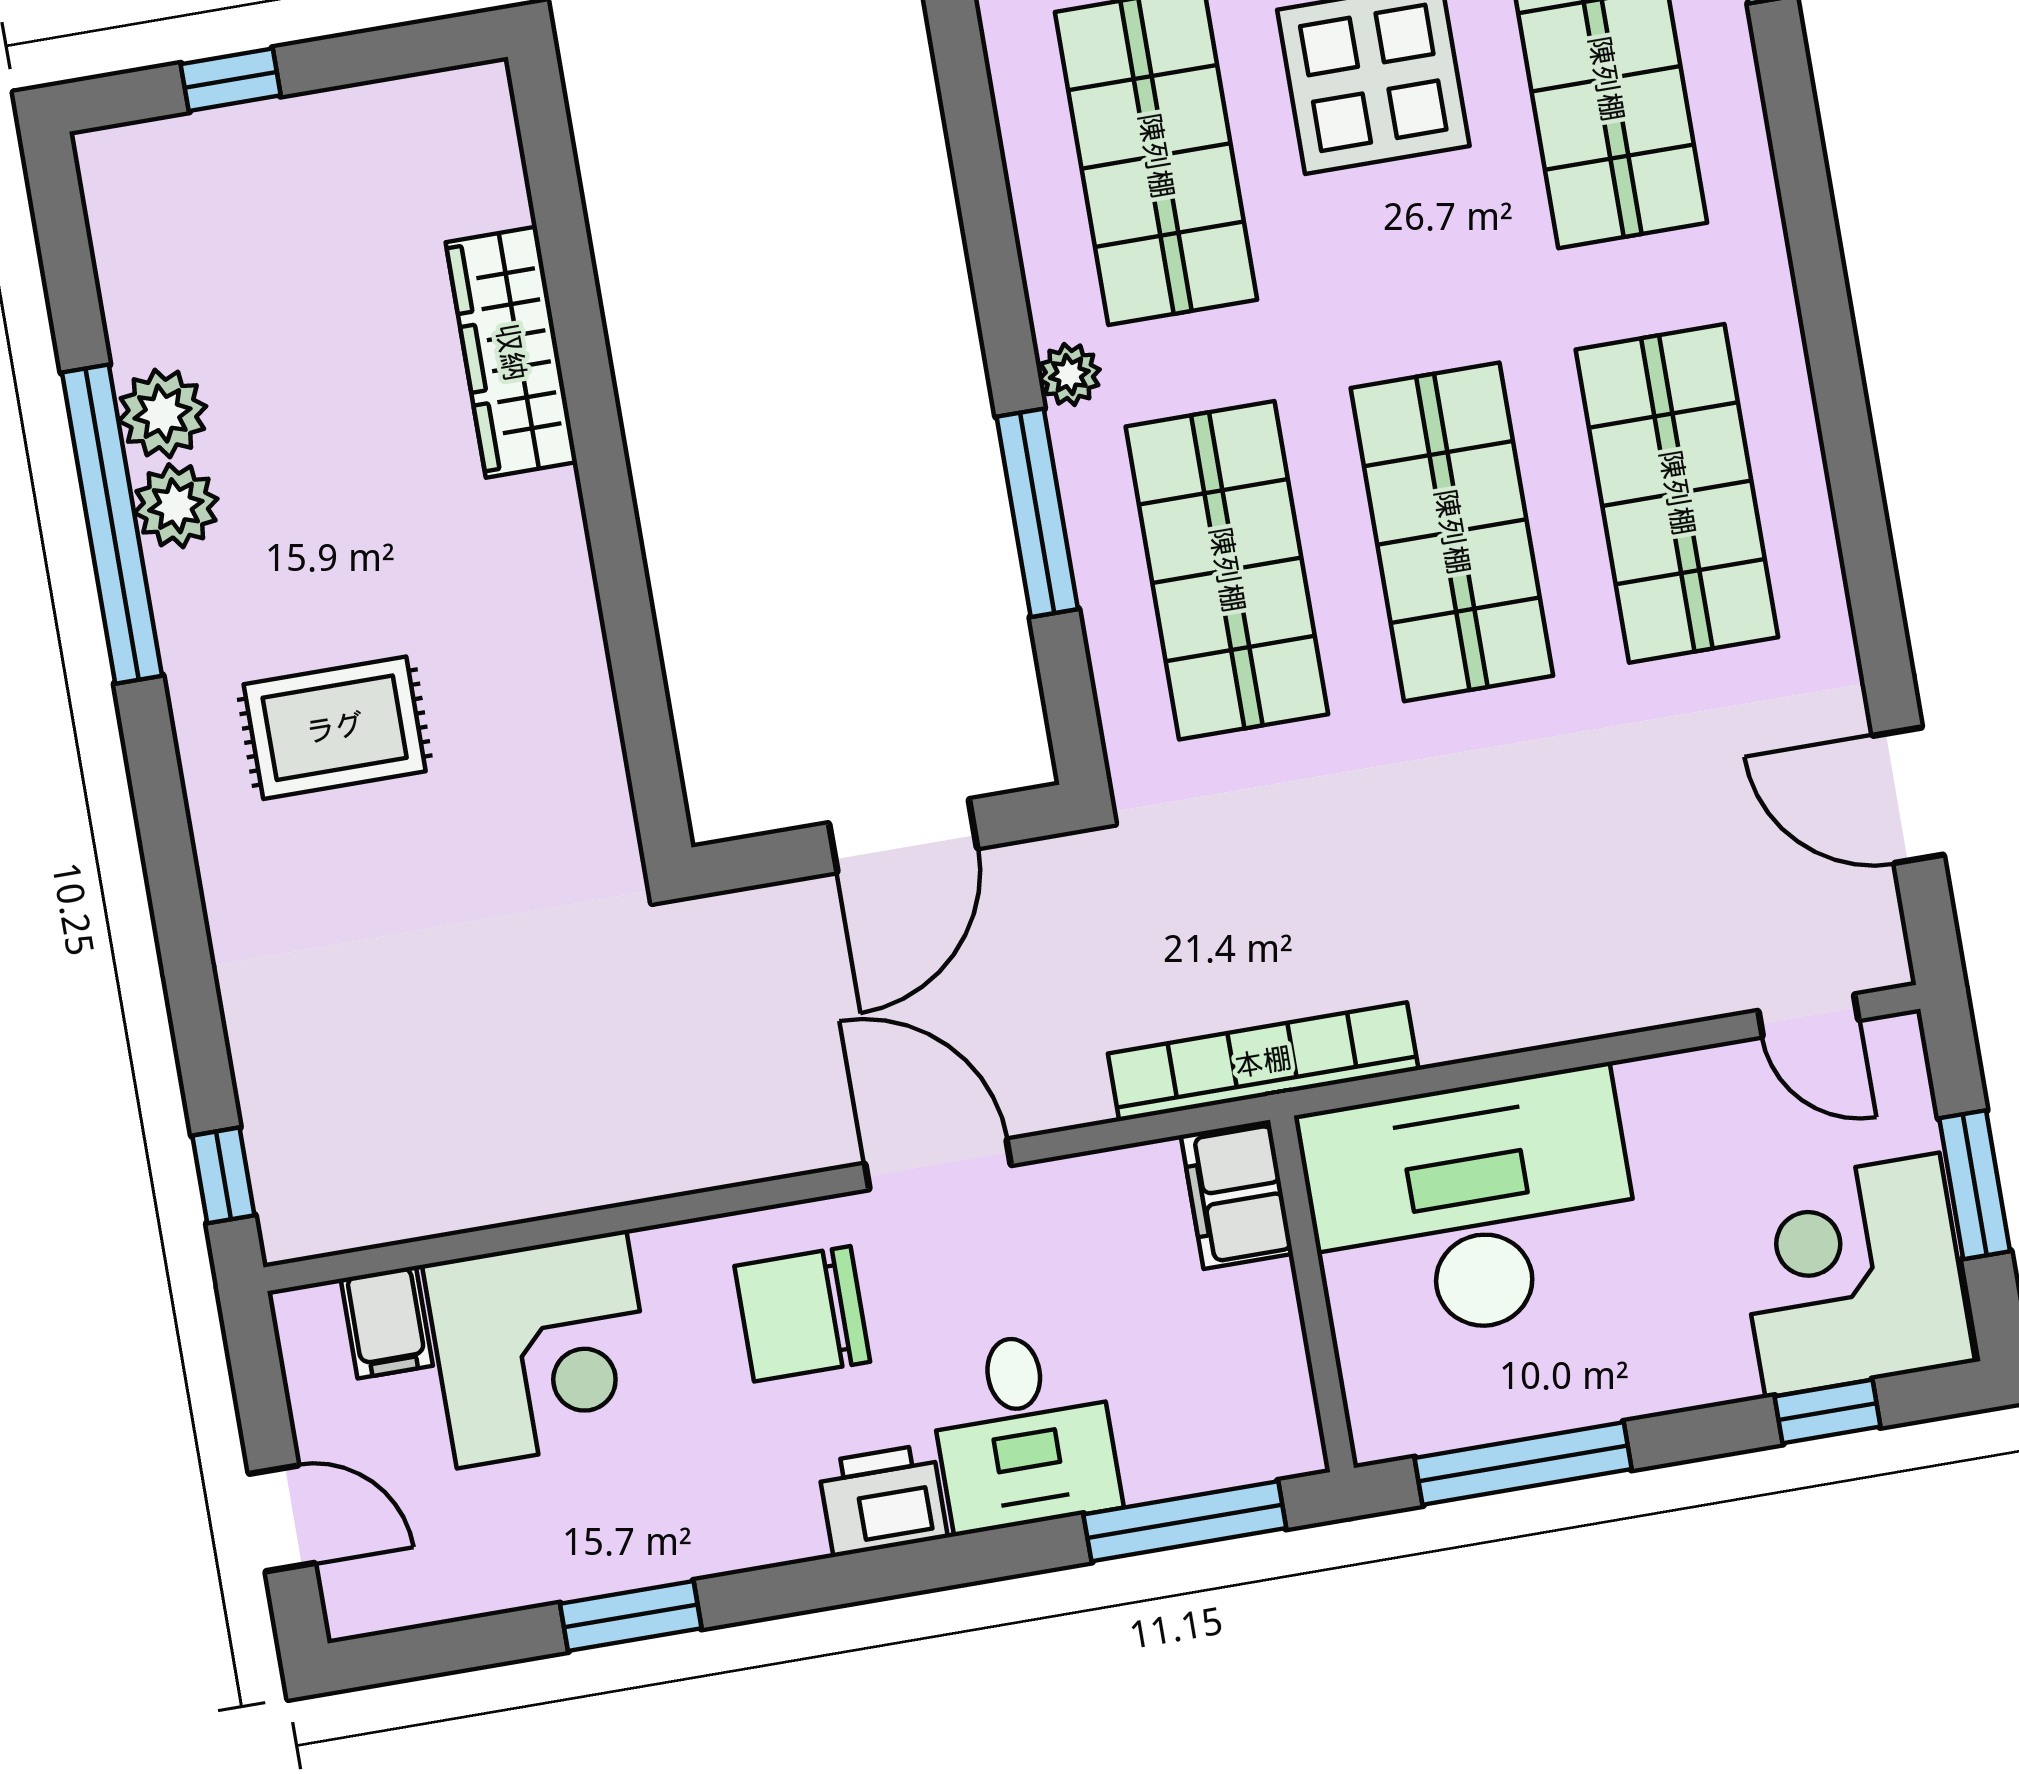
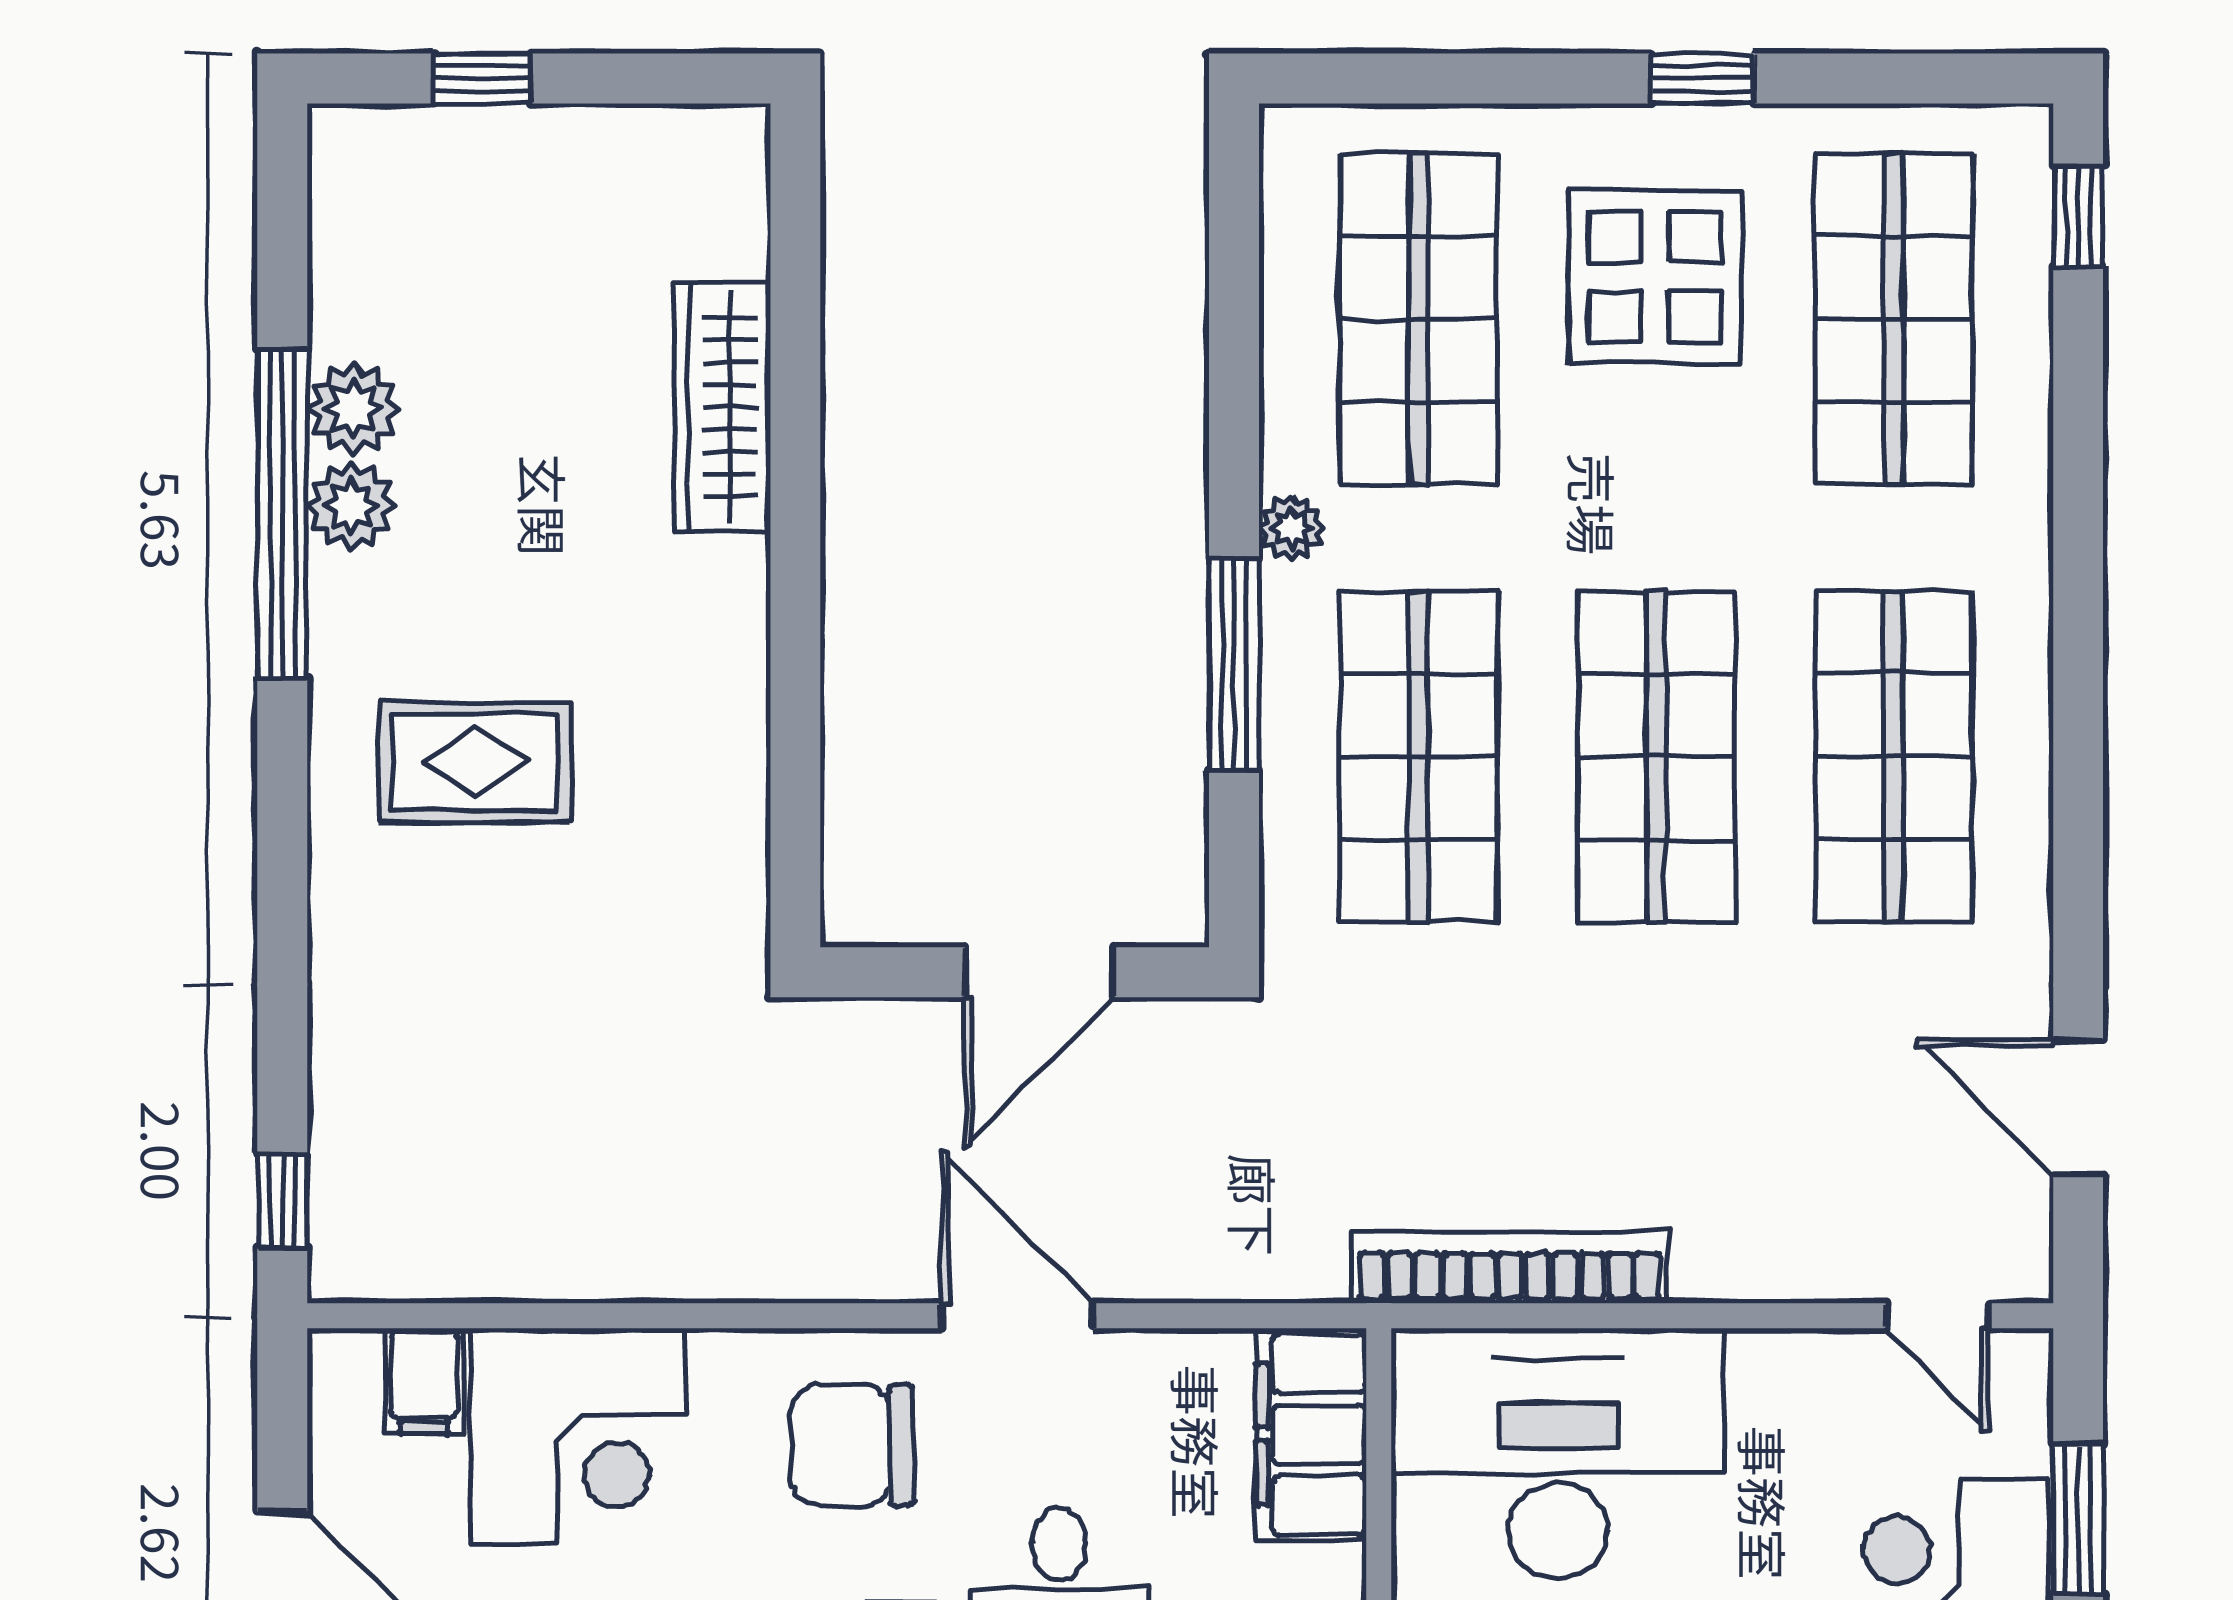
bookcase: (1263, 1062) -> (1510, 1267), moved
filing cabinet: (1237, 1194) -> (1311, 1434), width x1.50, depth x1.17

